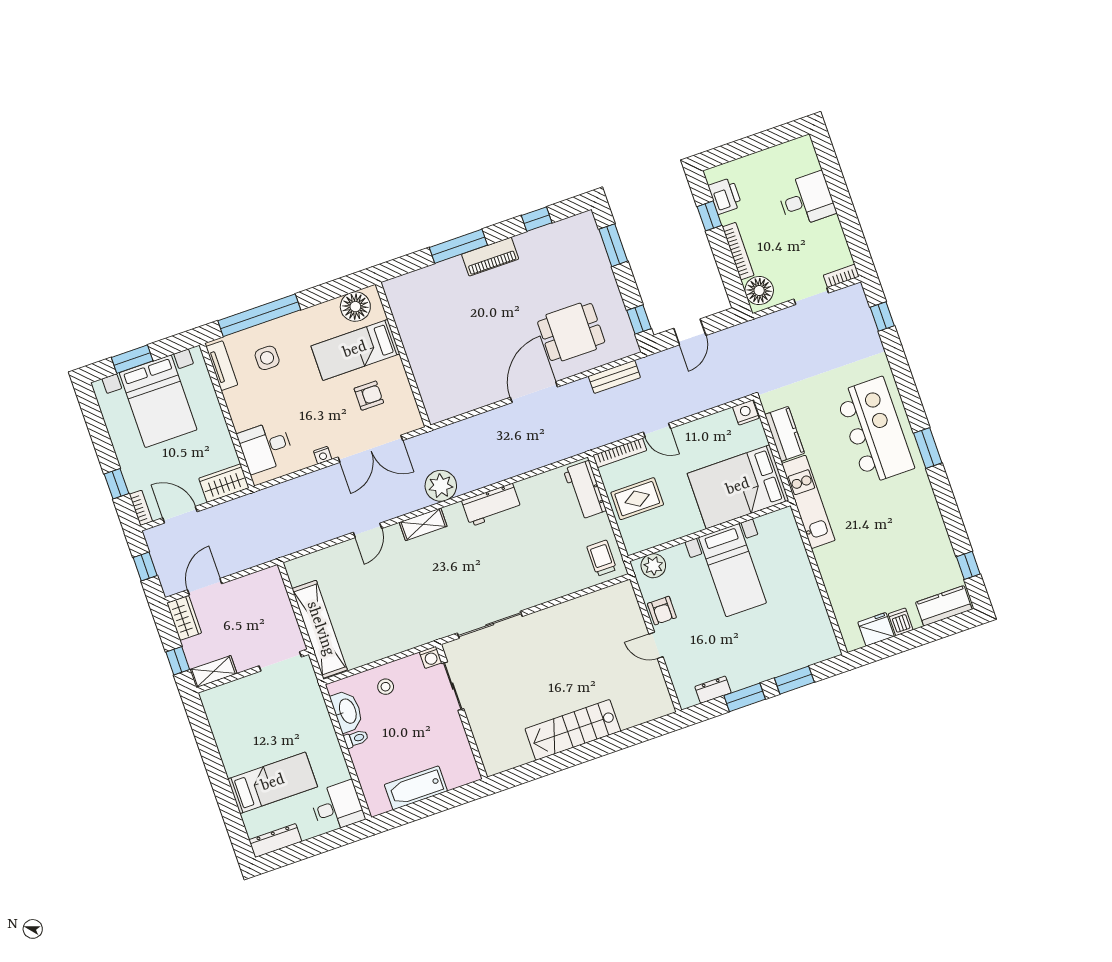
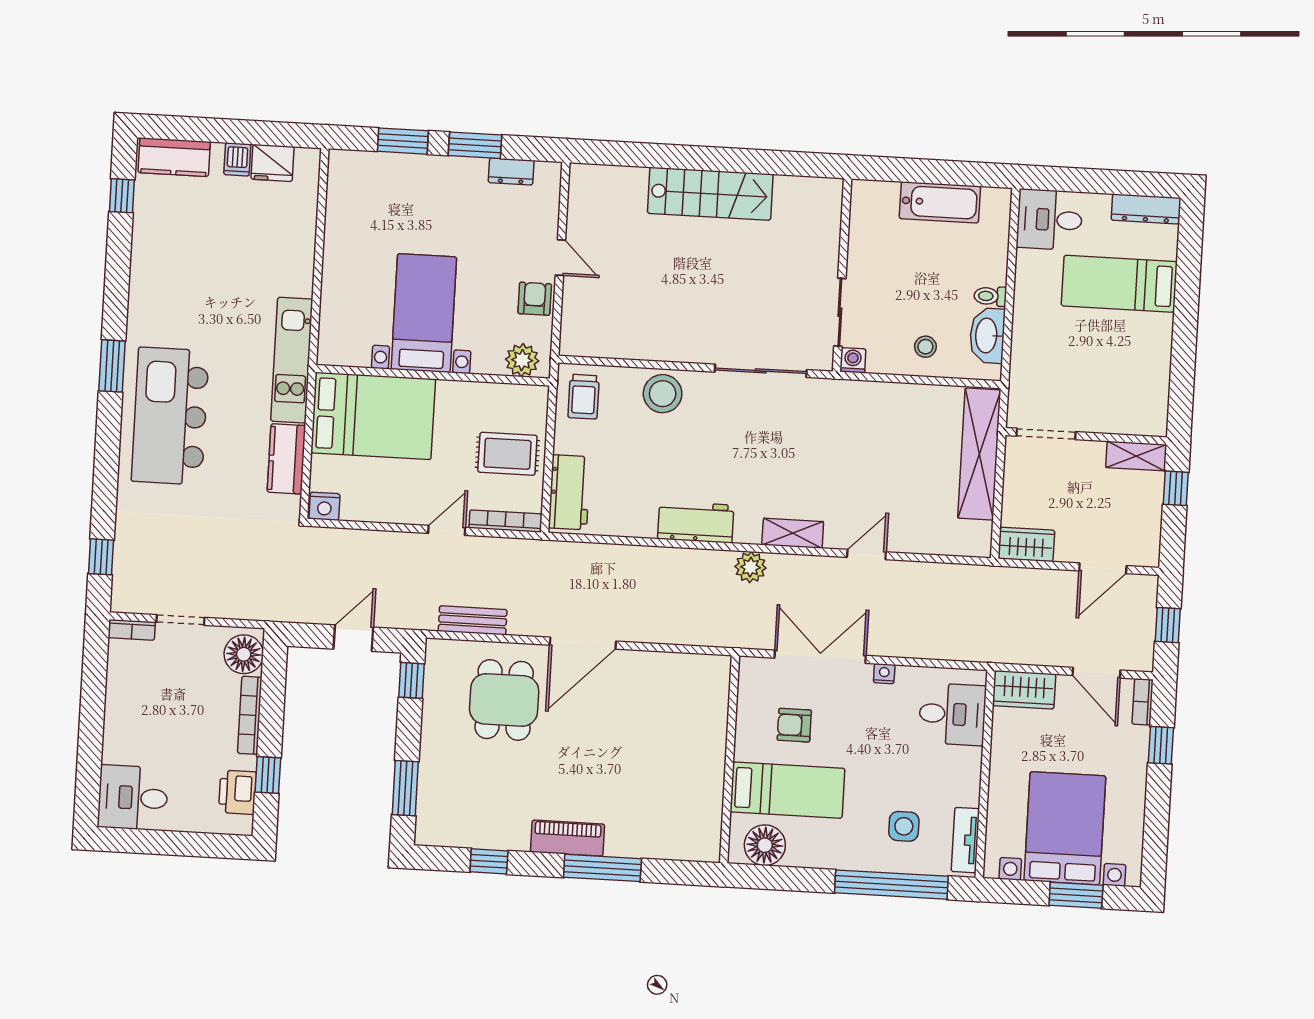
desk: (806, 199) -> (133, 798), moved
dining table: (571, 332) -> (504, 700), turned 90
door: (657, 430) -> (447, 530), hinge flipped
plant: (441, 486) -> (750, 567), width x0.73, depth x0.73
stool: (549, 582) -> (663, 394), added
wardrobe: (184, 618) -> (1026, 544), moved, turned 90

